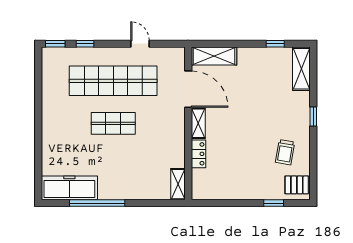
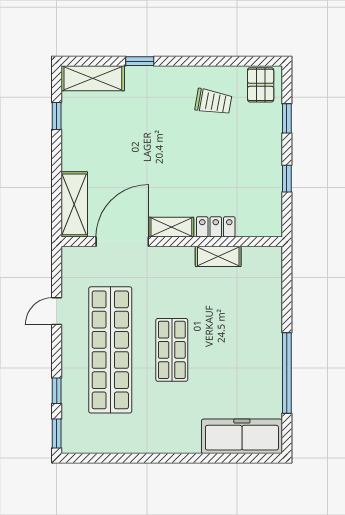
window: (313, 117) -> (140, 61), moved
shelving: (178, 184) -> (218, 256), moved
freezer: (69, 188) -> (242, 436), moved, turned 90
window: (232, 203) -> (287, 179), added

